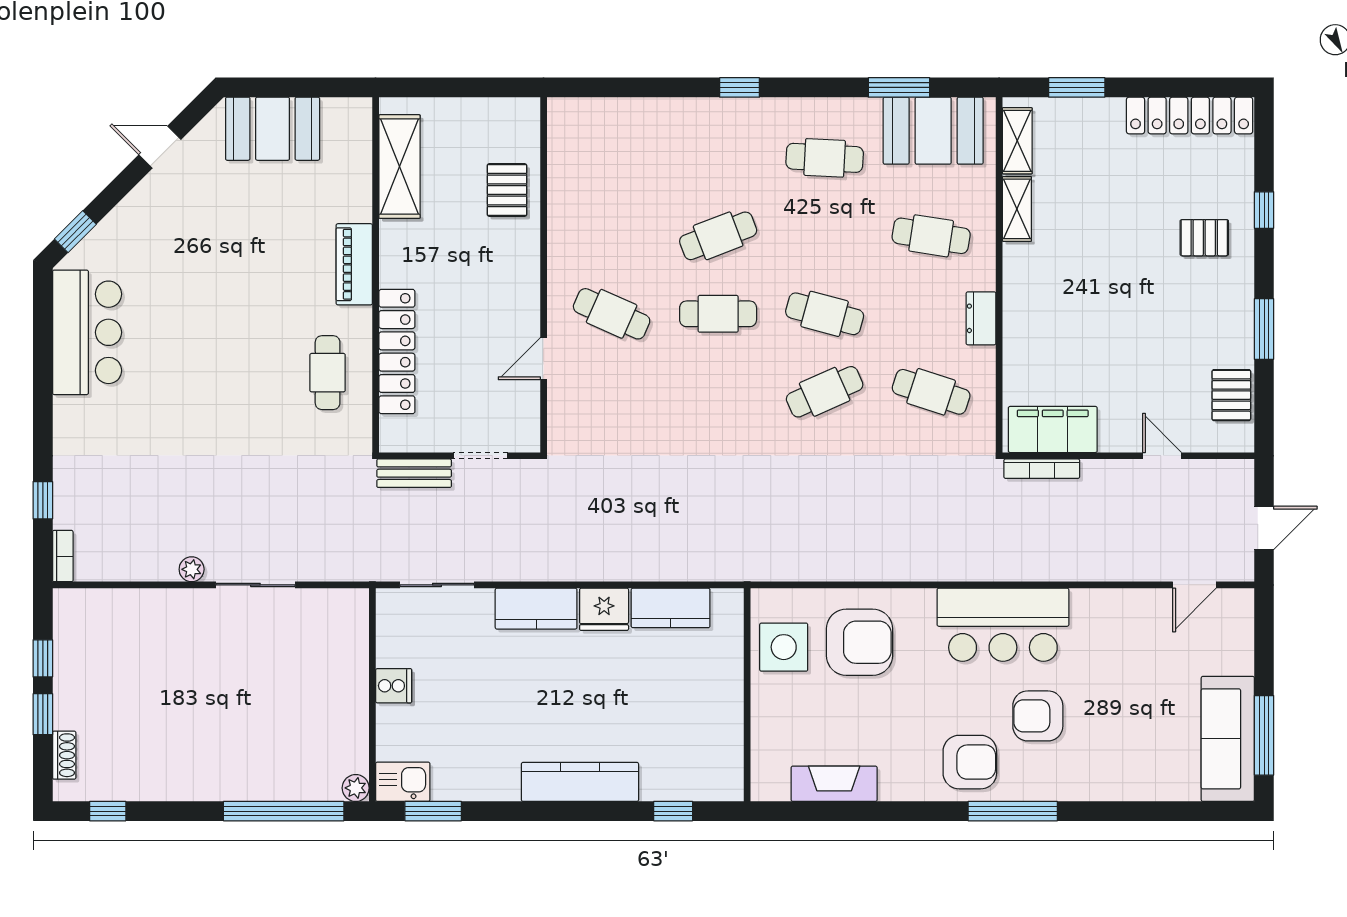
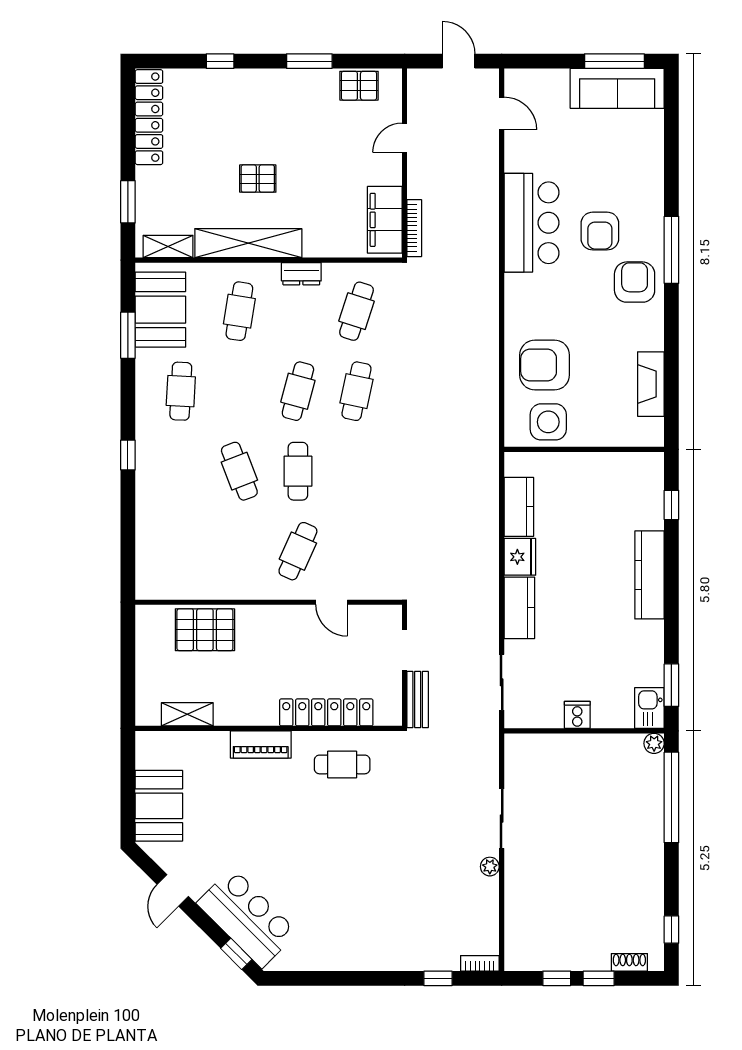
shelving: (400, 167) -> (187, 714), width x0.67, depth x0.75
pallet: (507, 190) -> (205, 630), width x1.50, depth x1.42
shelving: (1017, 209) -> (248, 243), width x2.20, depth x1.33
pallet: (1204, 238) -> (258, 179), moved, turned 90
bar counter: (87, 332) -> (247, 918), moved, turned 45
cafe table: (825, 392) -> (356, 391), turned 36
bar counter: (1003, 625) -> (531, 223), moved
armchair: (859, 642) -> (545, 365), turned -90

